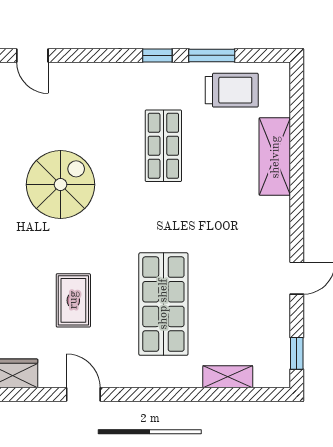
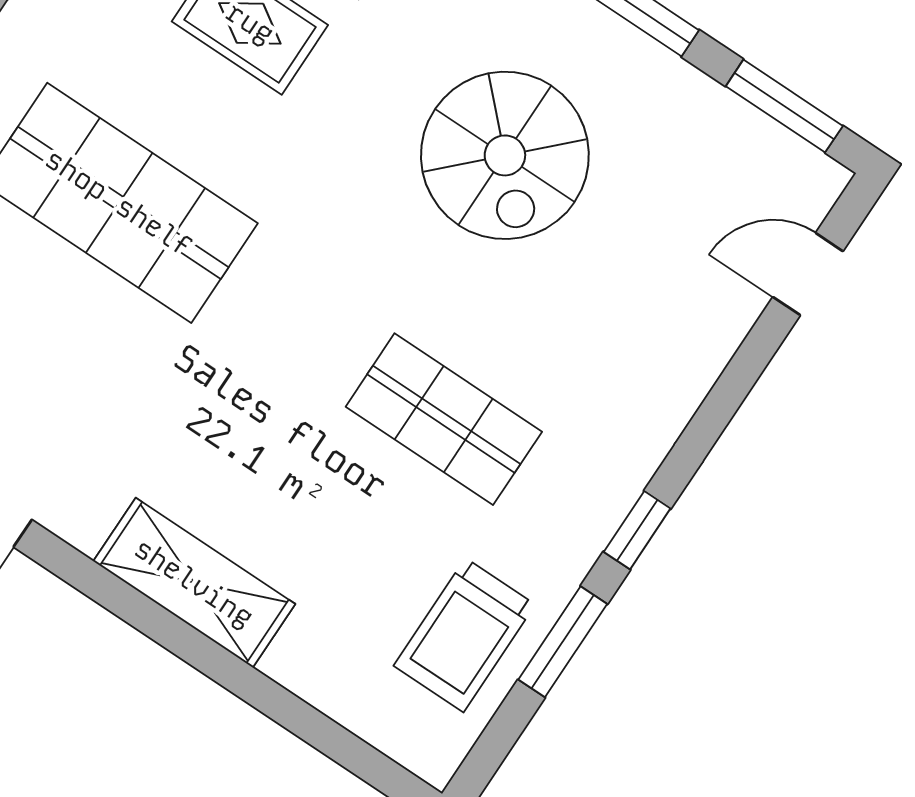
shelving: (275, 157) -> (194, 583), moved

